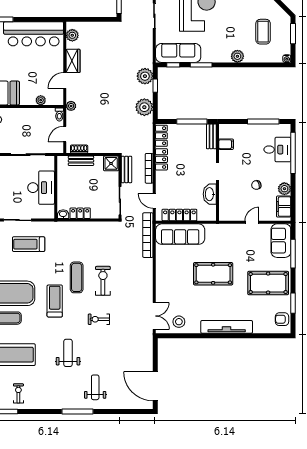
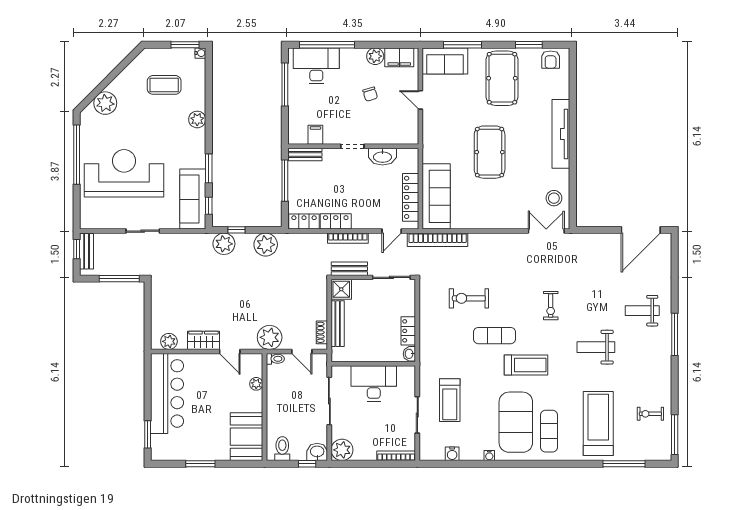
window: (293, 34) -> (185, 45), moved
plant: (71, 106) -> (270, 337), width x1.88, depth x1.88
desk: (277, 150) -> (316, 66), width x1.37
bench: (81, 161) -> (338, 324), width x1.36
exercise bike: (103, 281) -> (469, 298), moved
treadmill: (55, 301) -> (526, 365), turned 180

